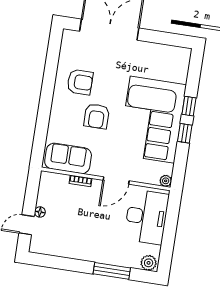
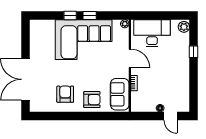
armchair: (97, 116) -> (92, 100), moved
window: (112, 271) -> (194, 52), width x0.46

